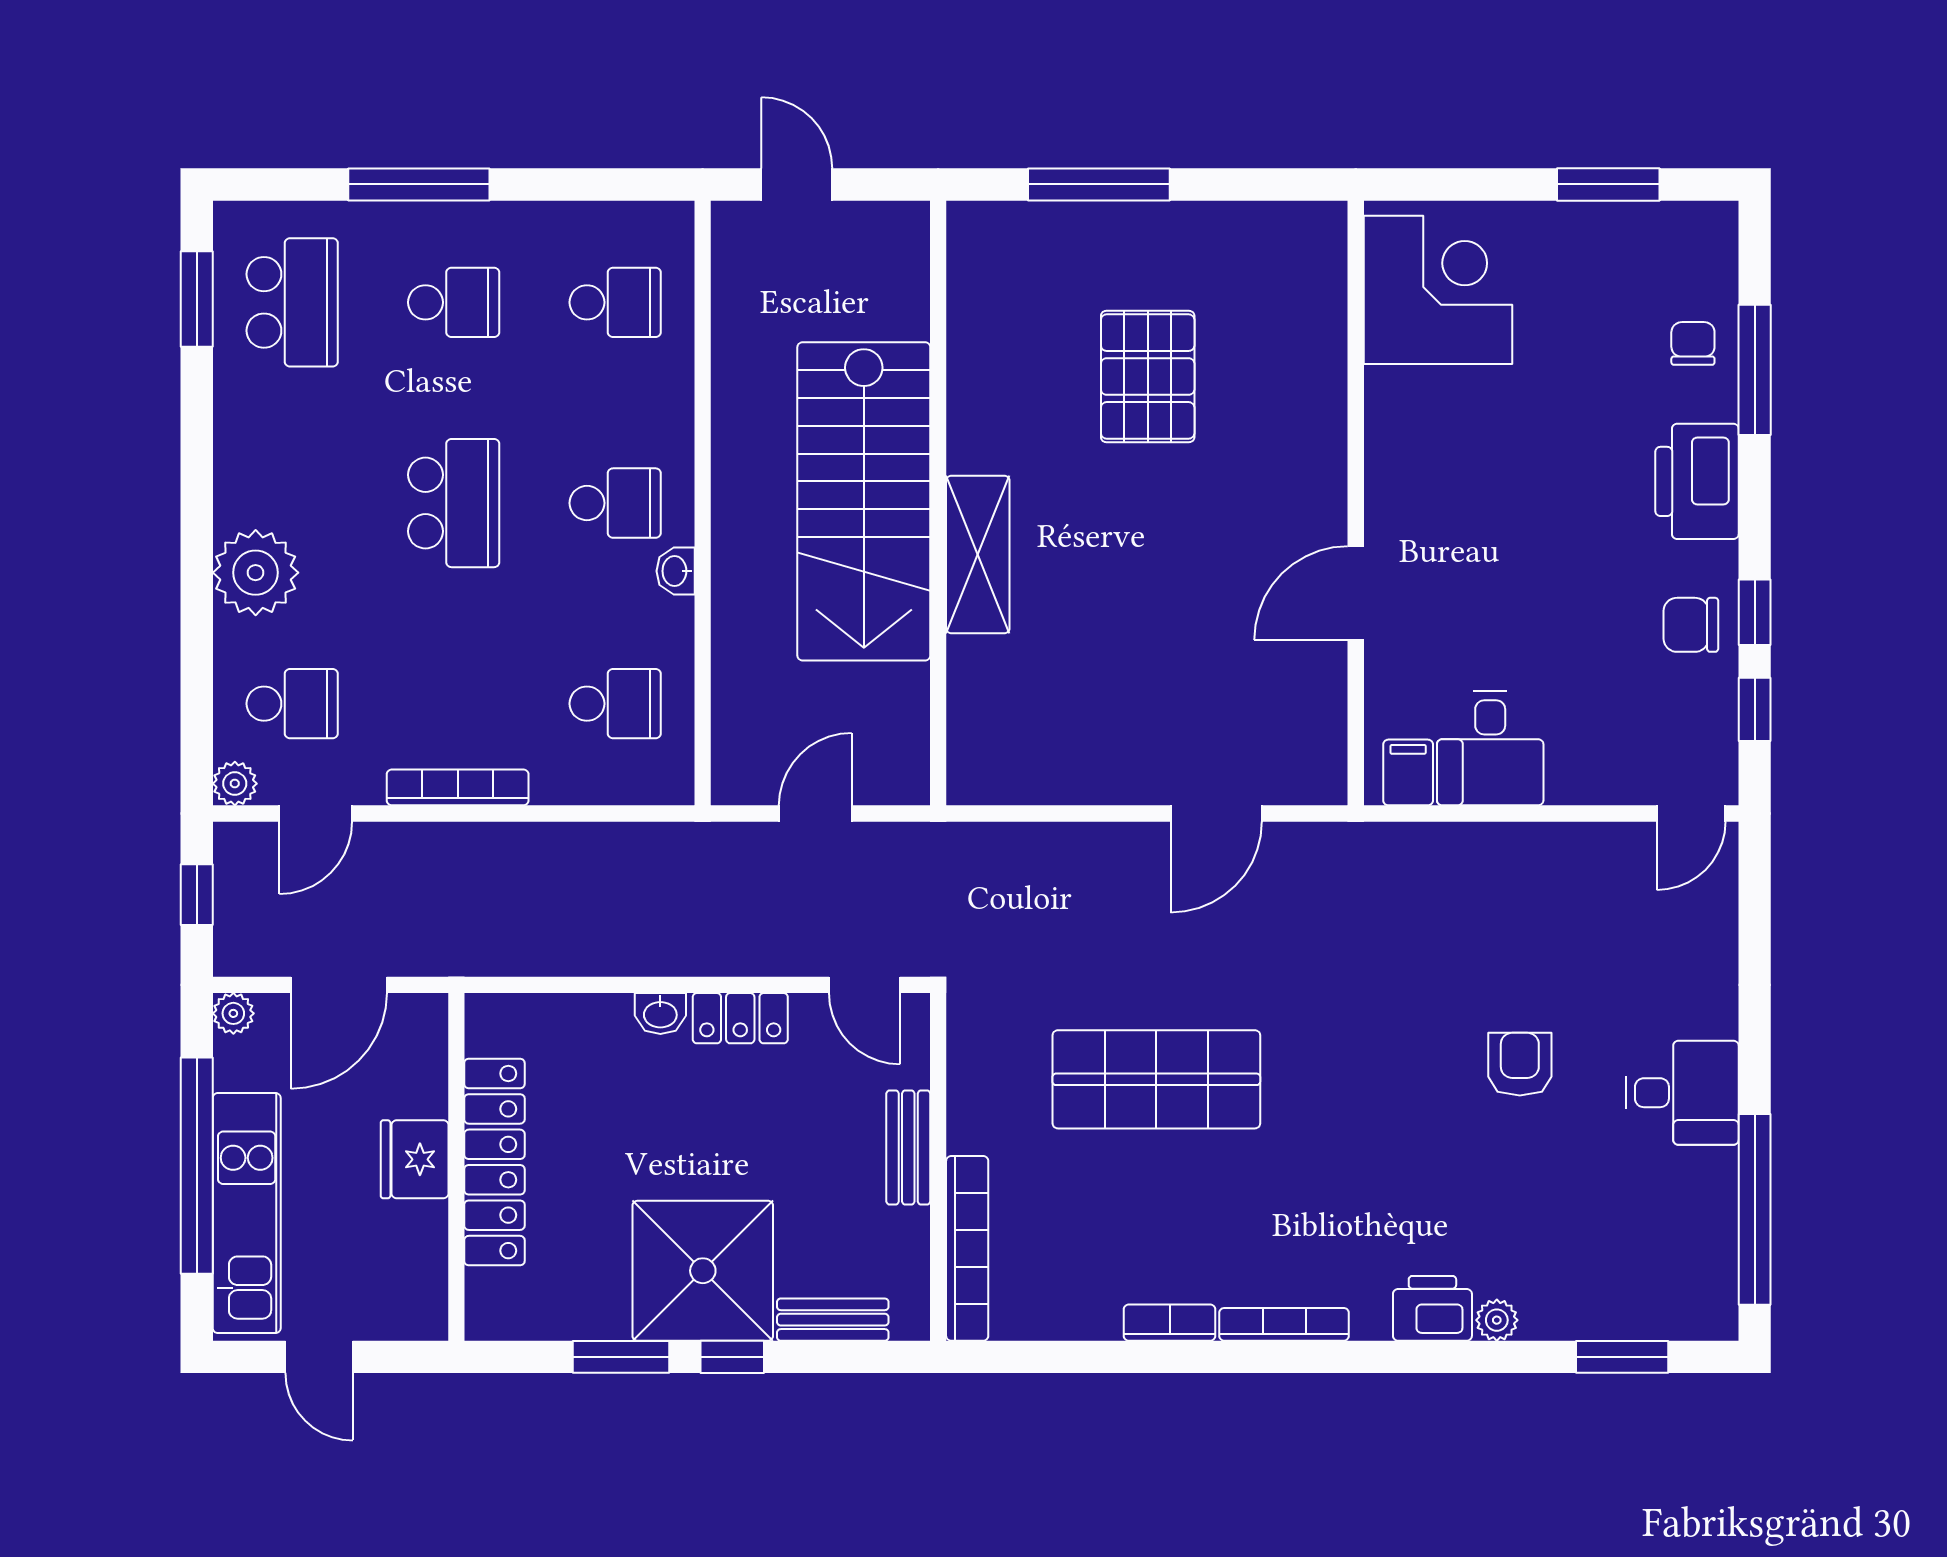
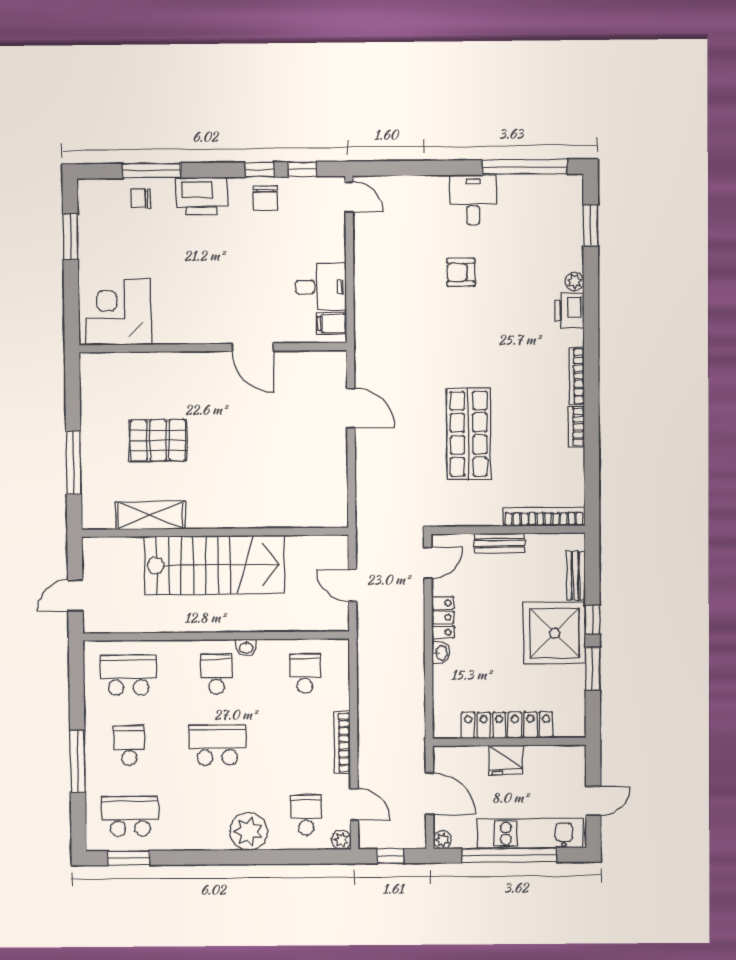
school desk: (615, 302) -> (128, 675), width x1.85
shelving: (978, 555) -> (150, 515), moved

